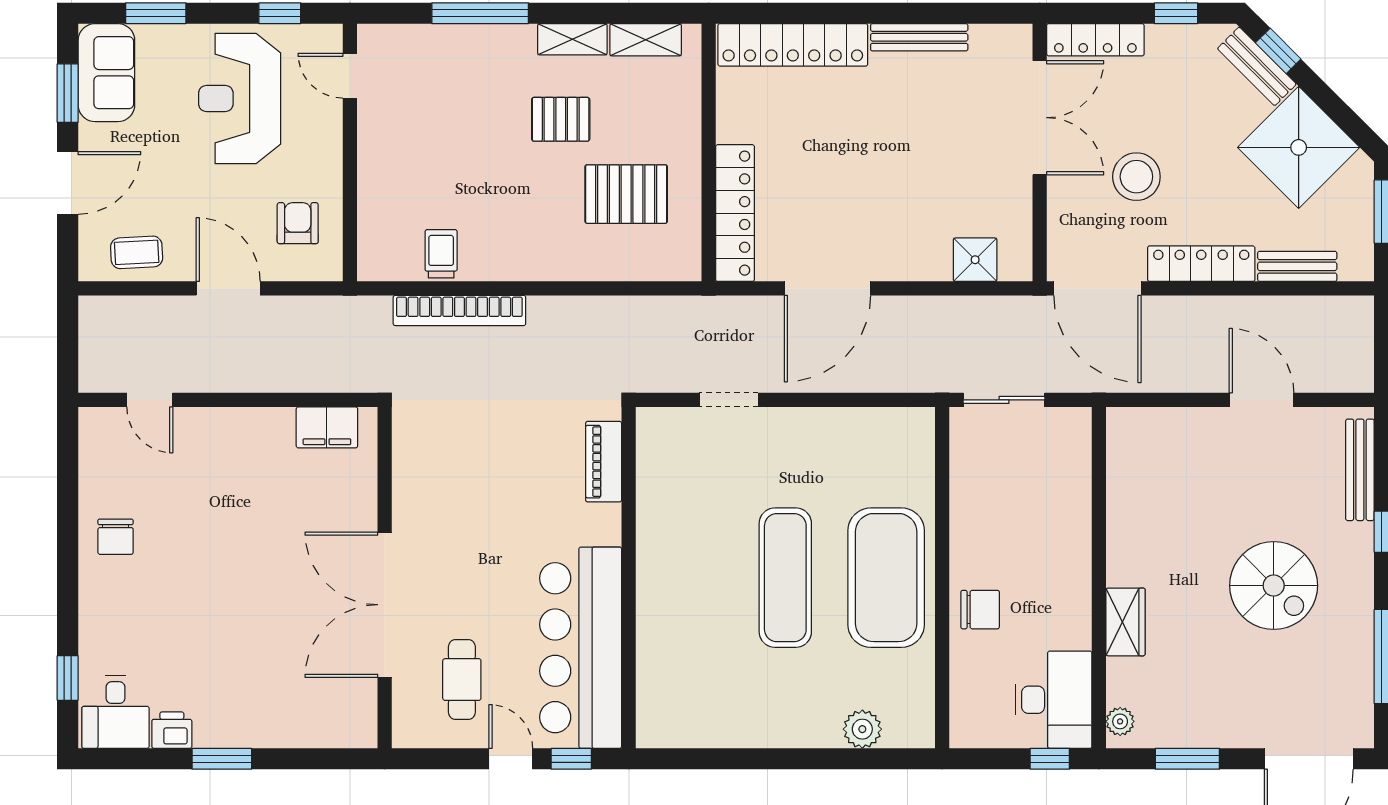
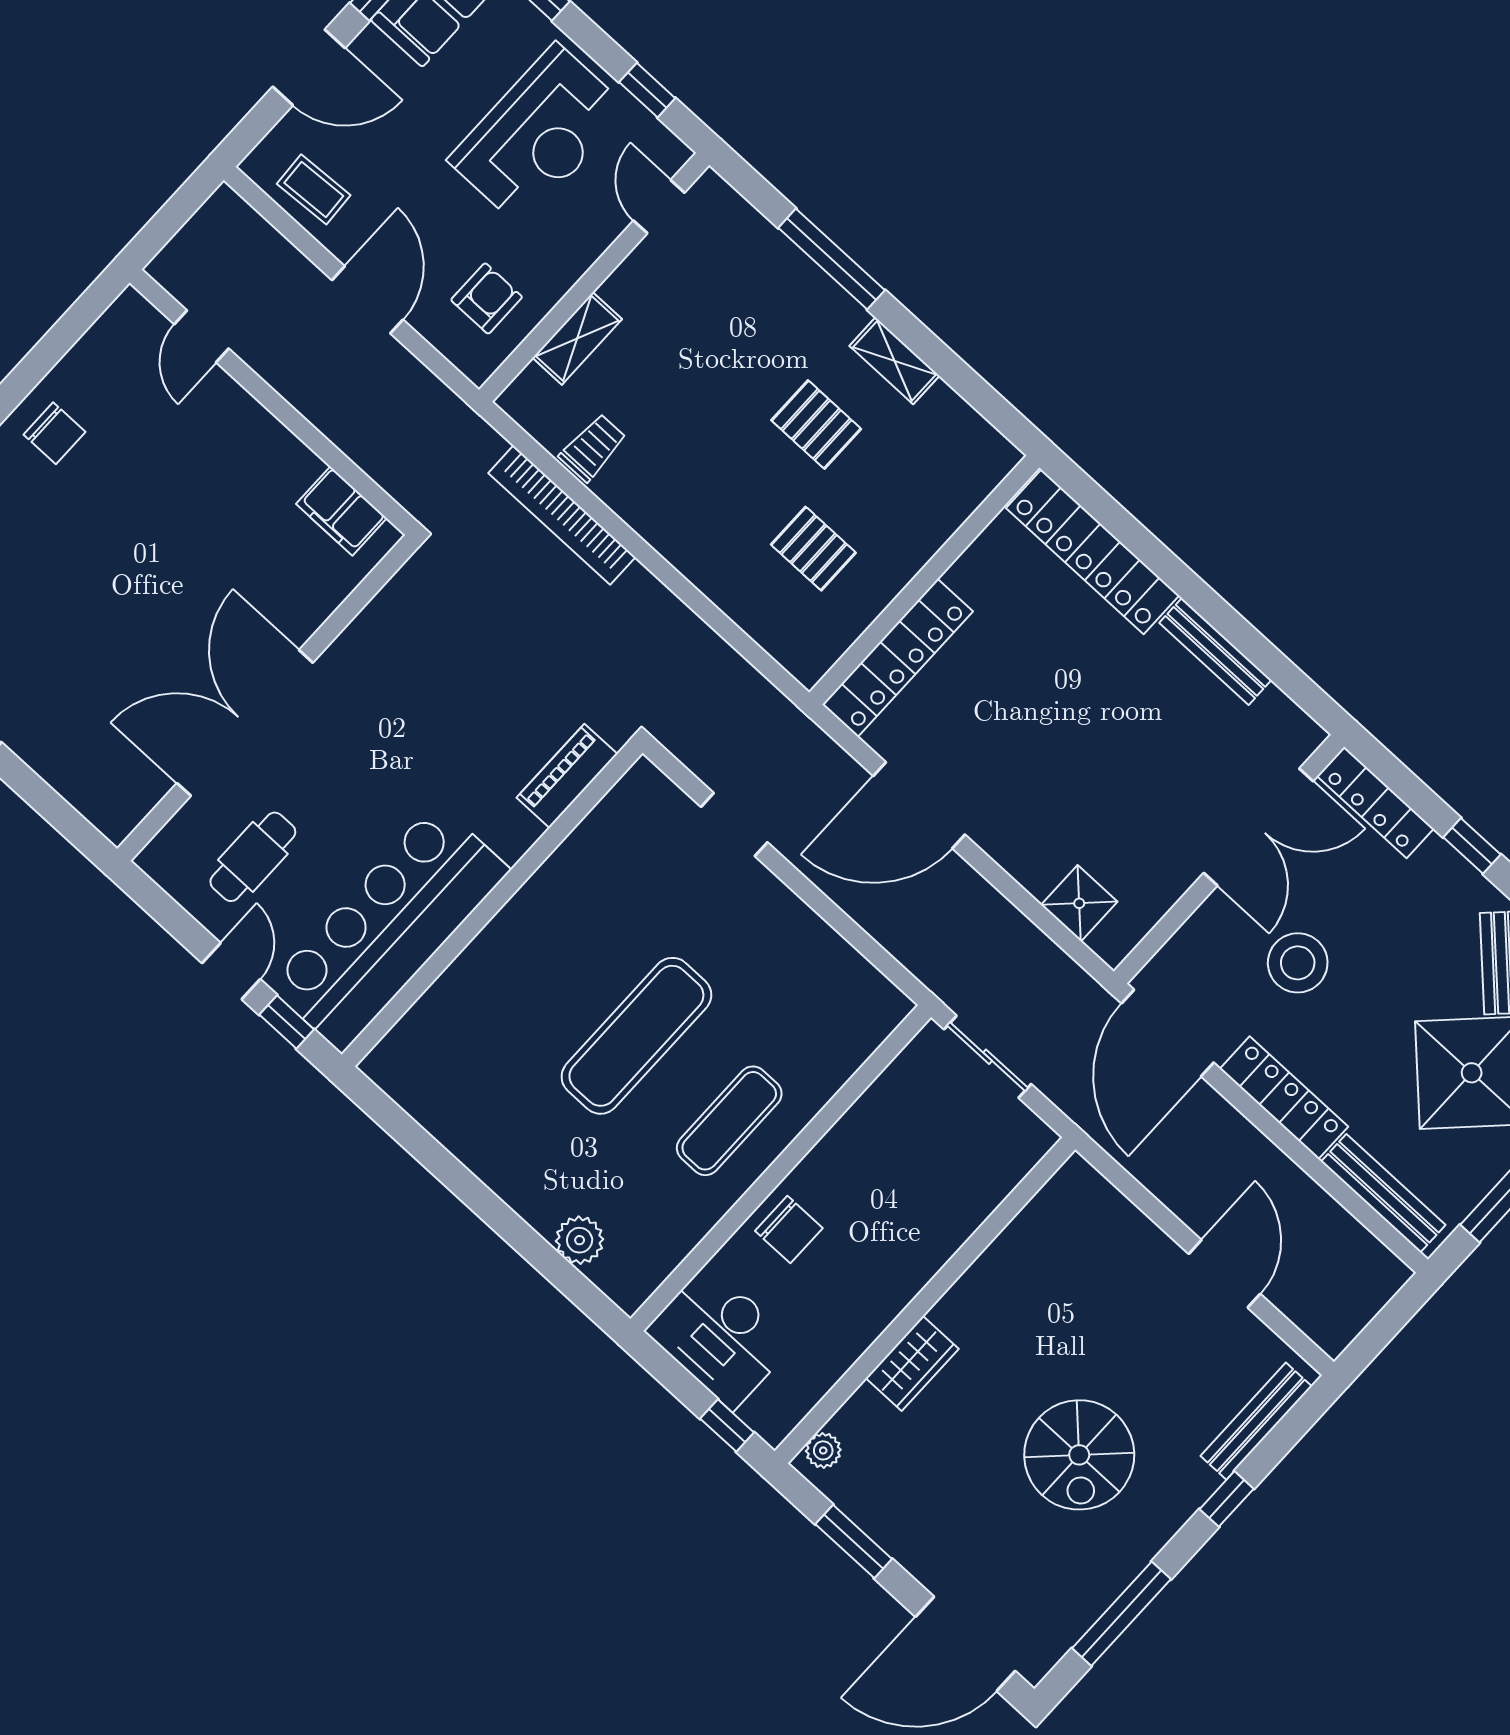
shelving: (646, 40) -> (577, 338), moved, turned 90
reception desk: (240, 99) -> (538, 135), turned 180
pallet: (626, 194) -> (813, 549), width x0.67, depth x0.71
bench: (1297, 266) -> (1383, 1193), width x1.36
chair: (116, 537) -> (55, 433), turned -90
exercise mat: (886, 578) -> (729, 1121), width x0.50, depth x0.69
desk: (1054, 700) -> (720, 1337), moved, turned 90

